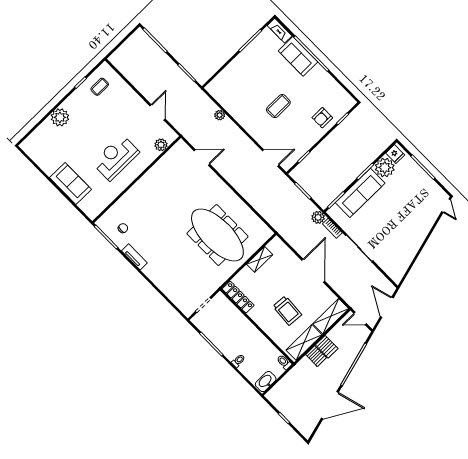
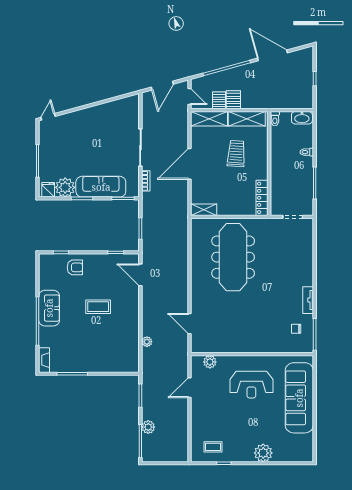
sofa: (298, 56) -> (49, 308), moved
sofa: (71, 184) -> (299, 398), width x1.85, depth x1.27
plant: (318, 217) -> (148, 427), moved
shelving: (260, 259) -> (204, 210), moved
server rack: (316, 356) -> (219, 100), moved

